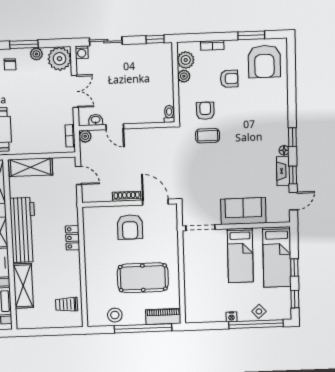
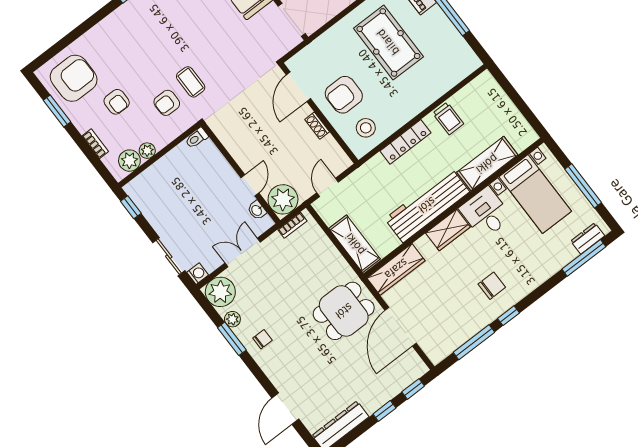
armchair: (229, 79) -> (117, 102), turned 180
plant: (85, 136) -> (283, 199), width x1.88, depth x1.88
shoe rack: (127, 196) -> (317, 126), width x0.70
armchair: (130, 227) -> (344, 95), turned 180
locker: (73, 238) -> (405, 142), width x1.53
trolley: (67, 304) -> (448, 118), moved
stool: (115, 315) -> (366, 128), moved

